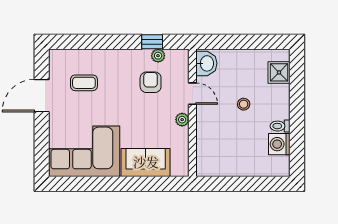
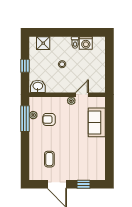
window: (152, 42) -> (25, 119), width x2.17
window: (241, 42) -> (25, 66), added
door: (192, 94) -> (82, 95), moved
window: (42, 140) -> (84, 184), added
corner sofa: (84, 151) -> (90, 159), removed

